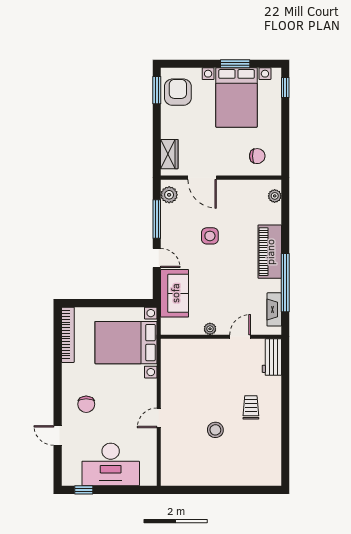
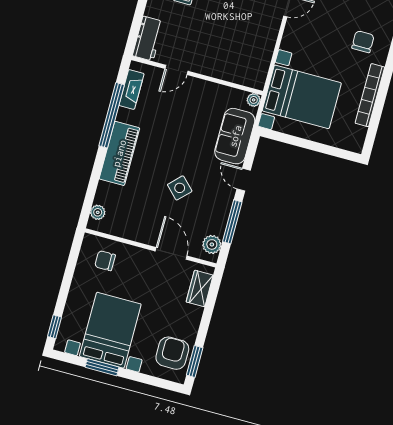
armchair: (178, 92) -> (172, 353), turned 180
side table: (210, 236) -> (180, 188), turned 45
plant: (210, 329) -> (254, 100), moved
bookcase: (68, 335) -> (370, 95), moved

